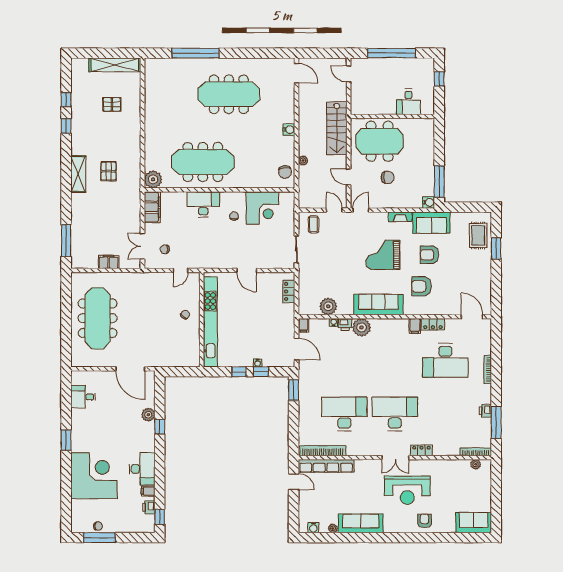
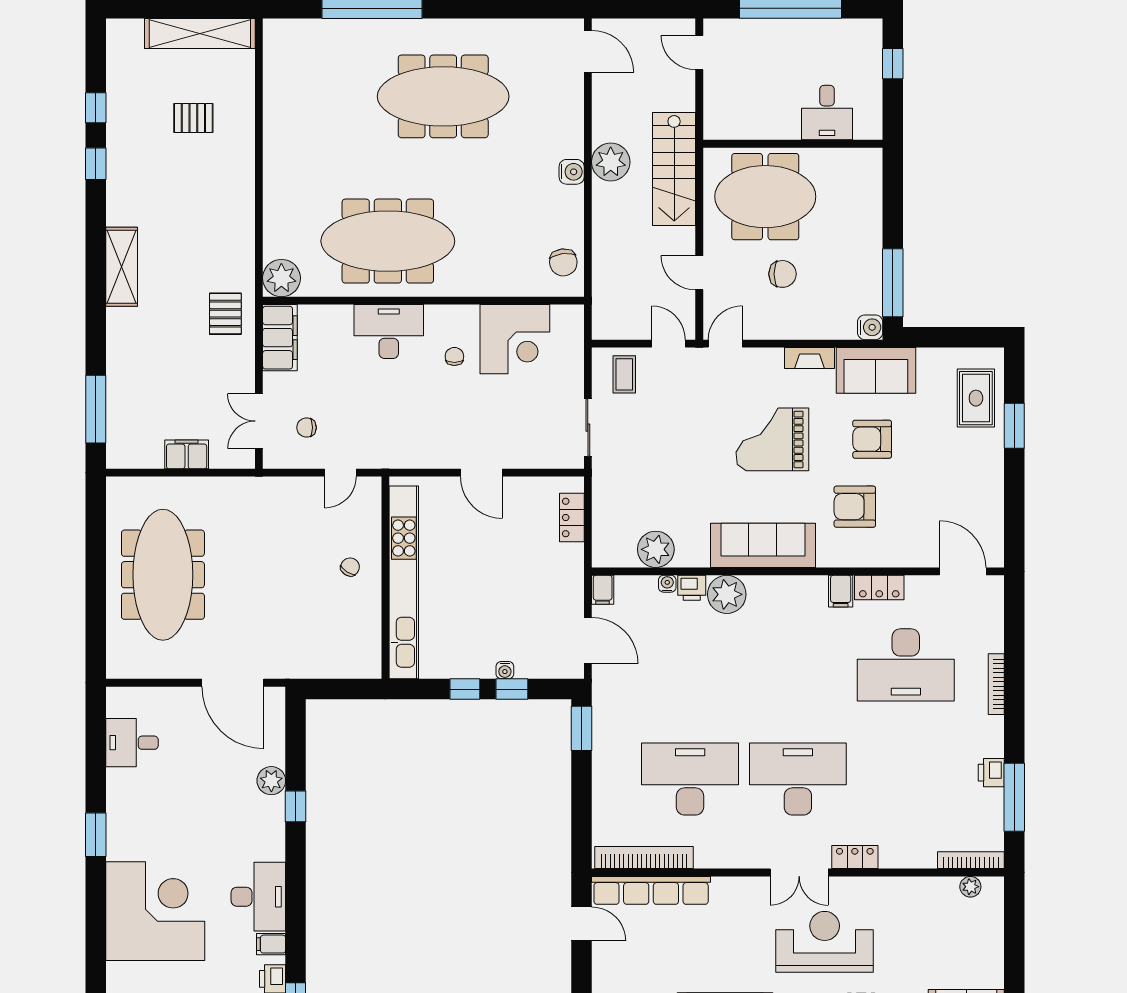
plant: (303, 161) -> (611, 162), moved, width x1.87, depth x1.87
pallet: (108, 171) -> (225, 314), moved
reception desk: (407, 490) -> (825, 942), turned 180

